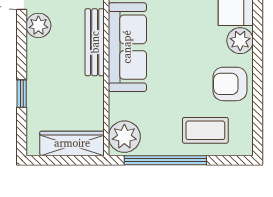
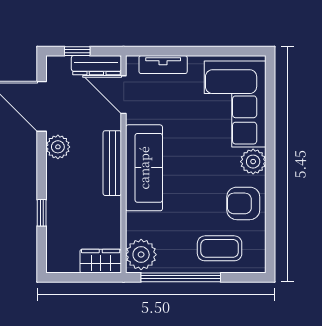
wardrobe: (72, 143) -> (101, 261), width x0.67

